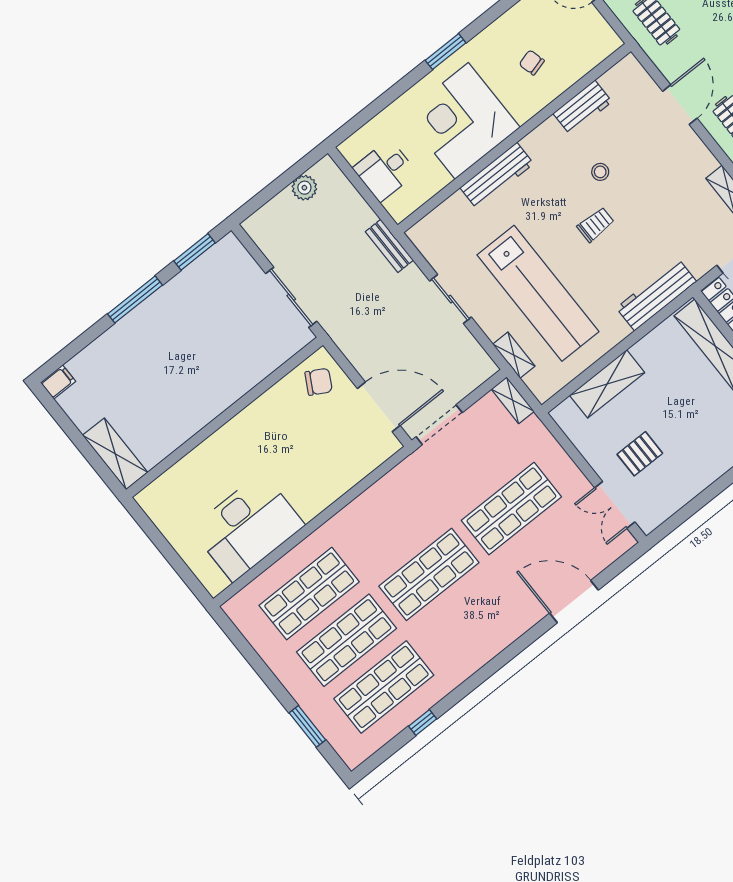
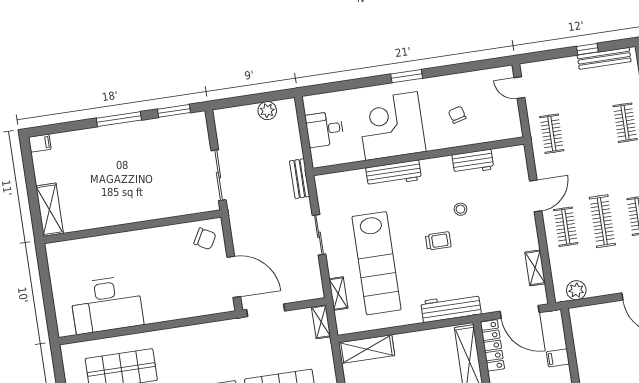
shelving: (607, 384) -> (367, 349), moved

